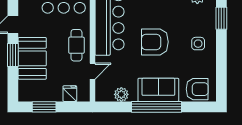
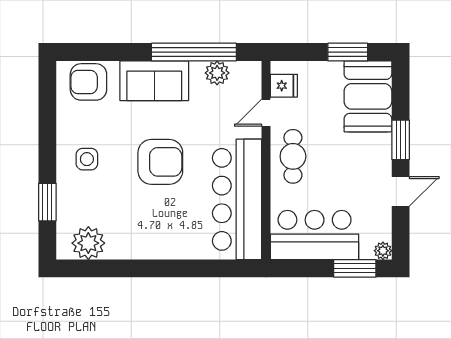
booth: (32, 58) -> (368, 96), moved
fridge: (70, 94) -> (284, 86), moved, turned -90
window: (157, 107) -> (194, 52), moved

